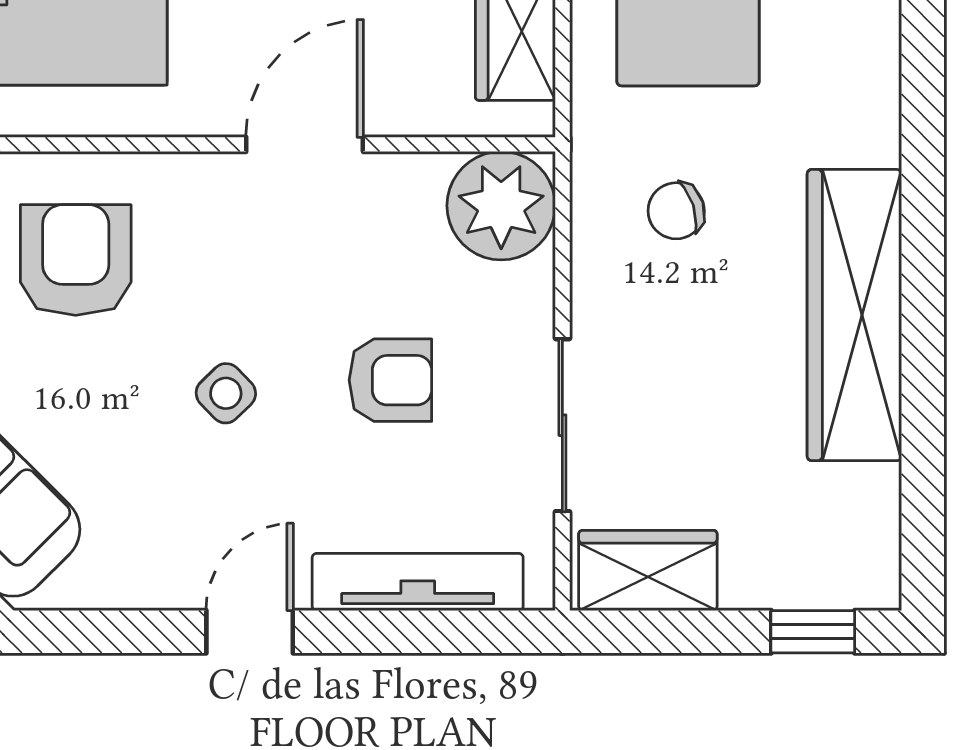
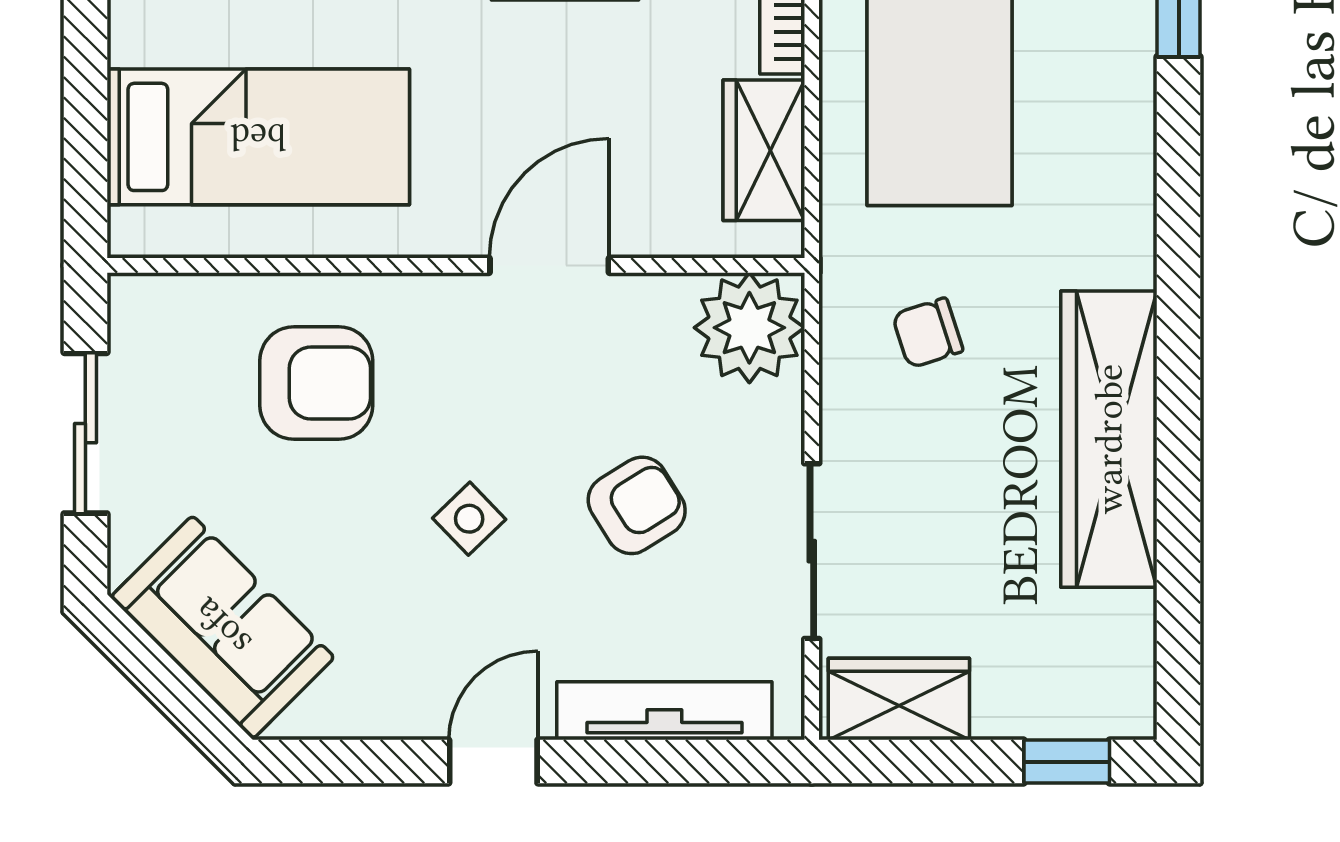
armchair: (76, 260) -> (316, 383), turned 90
armchair: (390, 380) -> (637, 505), turned -32

